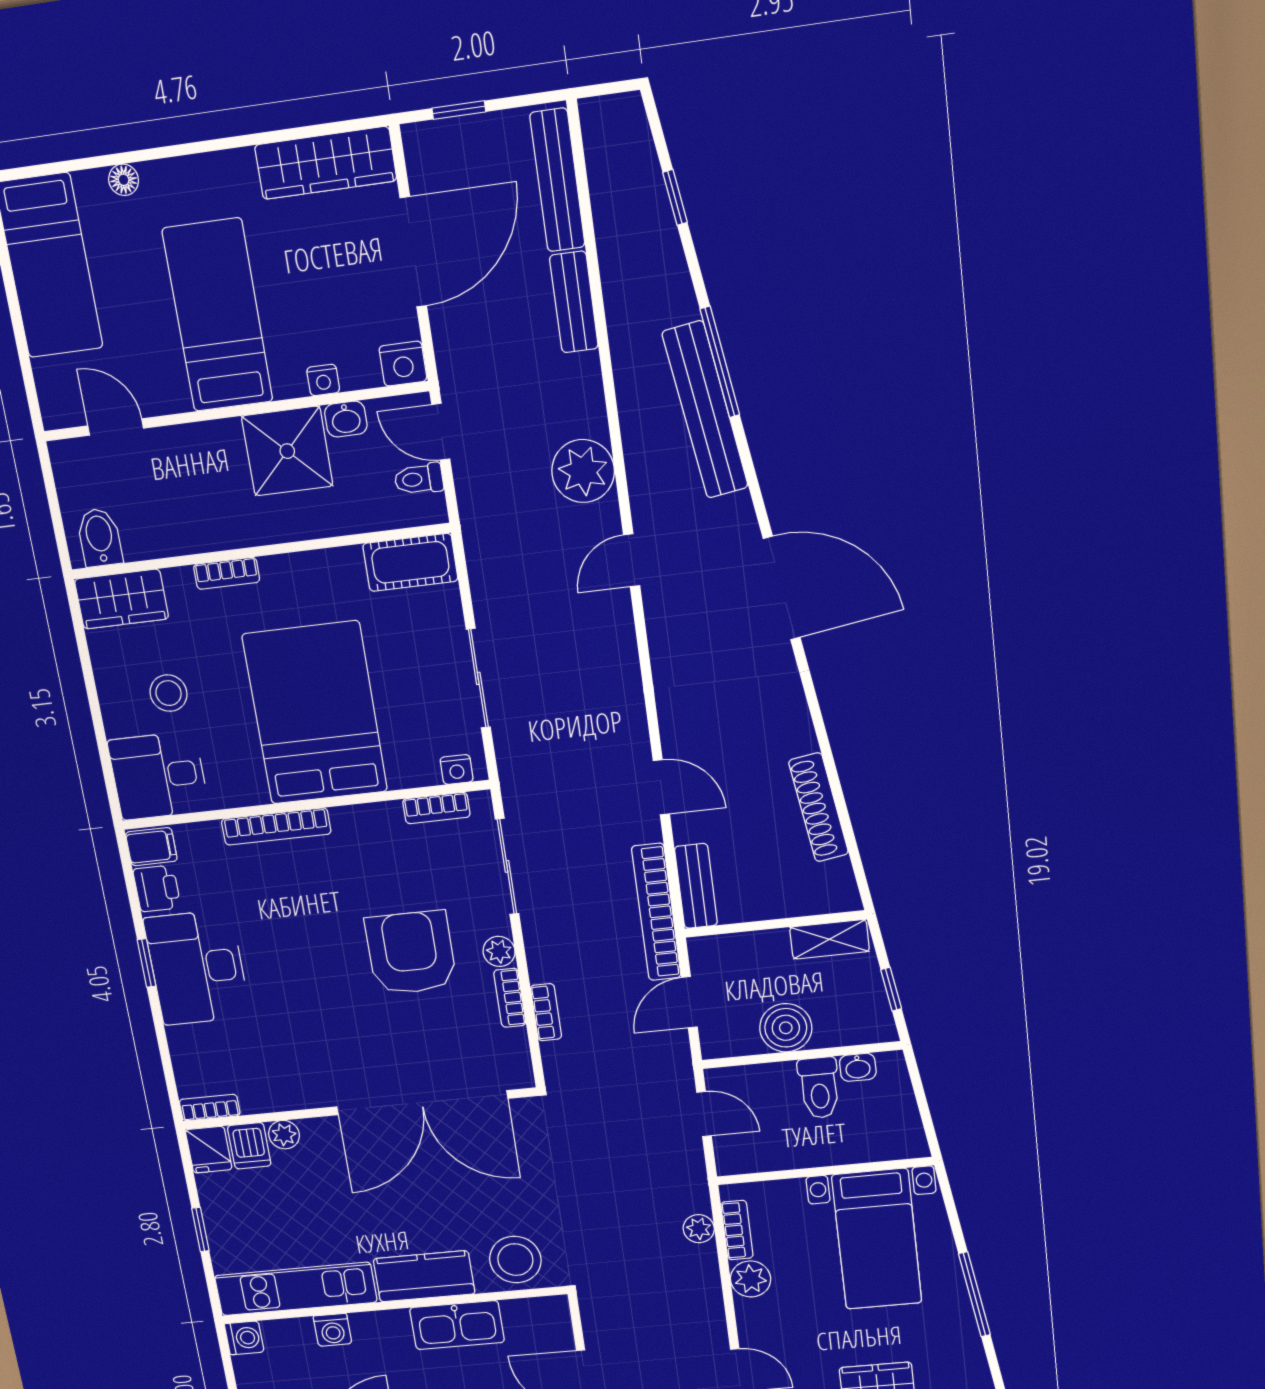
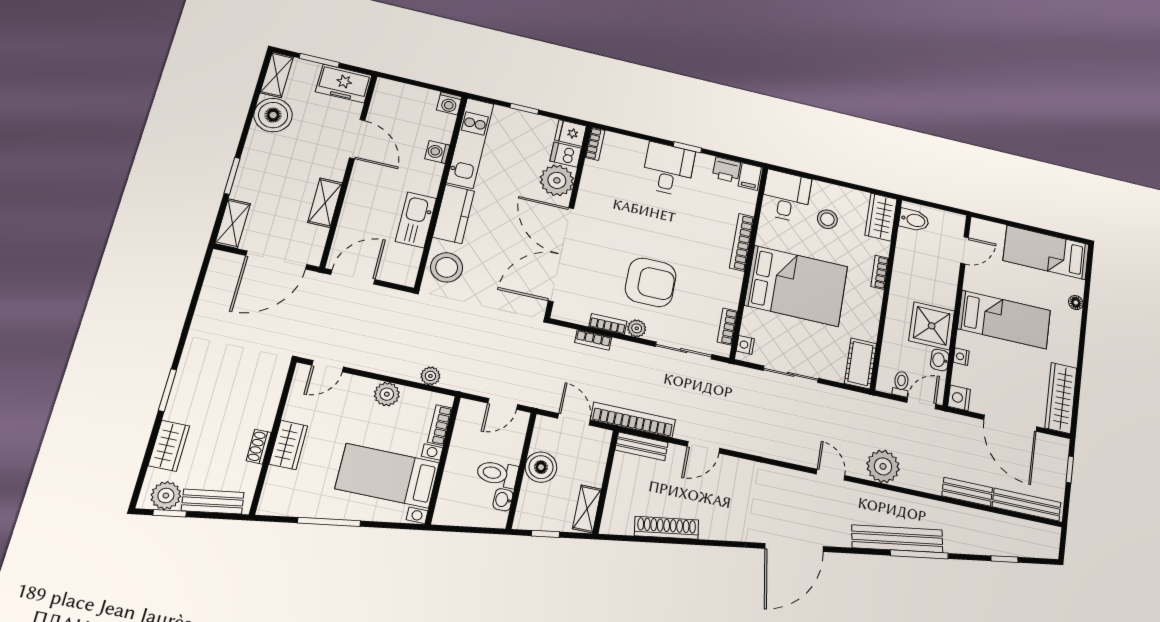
desk: (197, 968) -> (668, 169), width x0.73
plant: (284, 1135) -> (557, 180), width x1.88, depth x1.88
bookcase: (737, 1230) -> (440, 425), moved, turned 90

